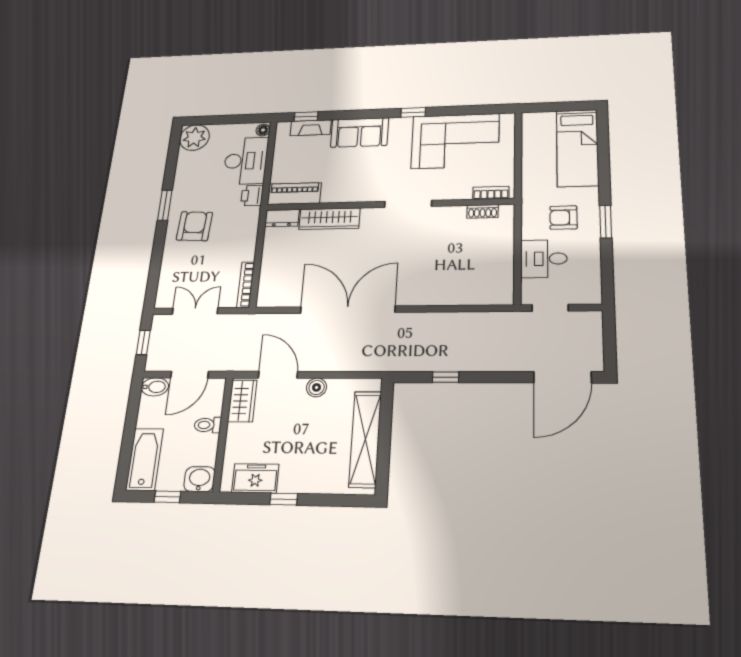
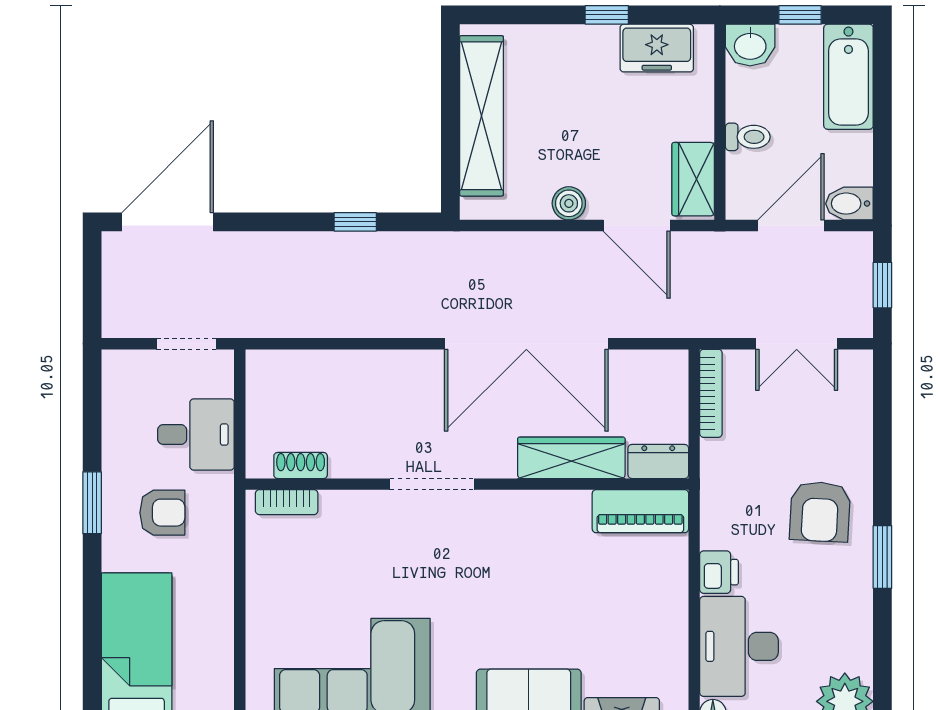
bookcase: (491, 193) -> (287, 502), moved
piano: (294, 194) -> (640, 511), moved
wall: (388, 204) -> (467, 484), moved
doorway: (408, 204) -> (432, 484), moved
shoe rack: (483, 211) -> (301, 466), moved
dresser: (282, 218) -> (658, 462), moved
wardrobe: (330, 219) -> (571, 458), moved

